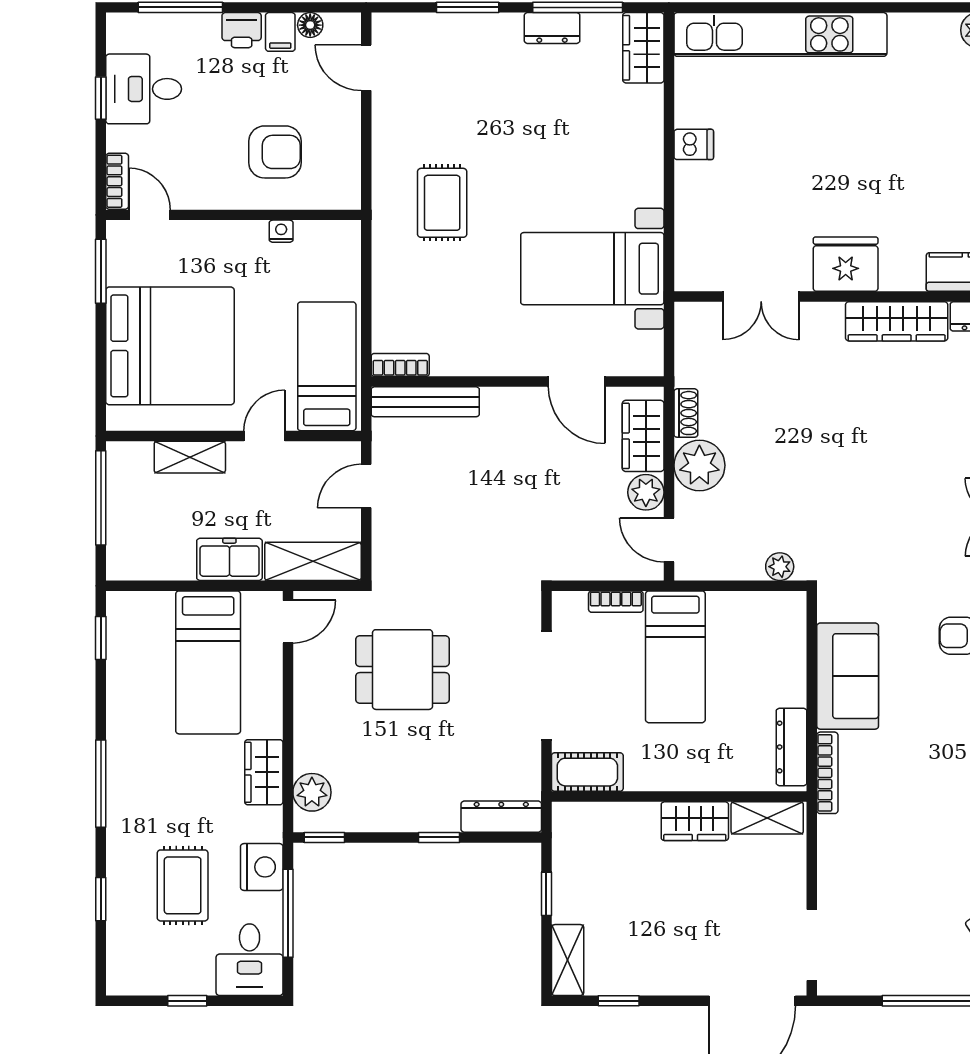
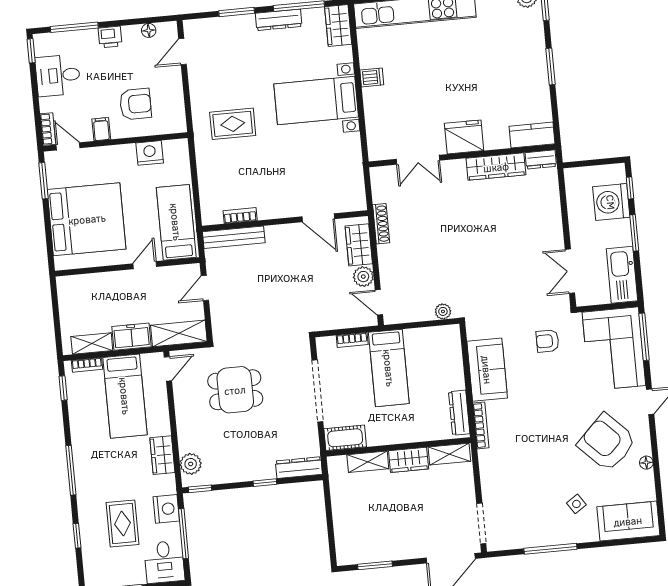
dresser: (552, 28) -> (279, 20), width x1.44
filing cabinet: (280, 32) -> (101, 129), moved, turned 180
door: (366, 68) -> (183, 52), hinge flipped
window: (101, 98) -> (31, 51), moved
rug: (442, 203) -> (233, 124), turned 90
nightstand: (281, 231) -> (150, 153), width x1.89, depth x1.79
bed with nightstands: (592, 269) -> (316, 101), moved
bookcase: (400, 365) -> (240, 216), moved
shoe rack: (686, 413) -> (381, 224), width x1.43
shelving: (190, 457) -> (92, 343), moved
plant: (699, 465) -> (392, 259), removed
window: (101, 498) -> (56, 309), removed
bookcase: (147, 601) -> (87, 365), added
window: (546, 894) -> (329, 509), removed
shelving: (568, 960) -> (368, 462), moved, turned 90
window: (619, 1001) -> (375, 565), width x1.50

